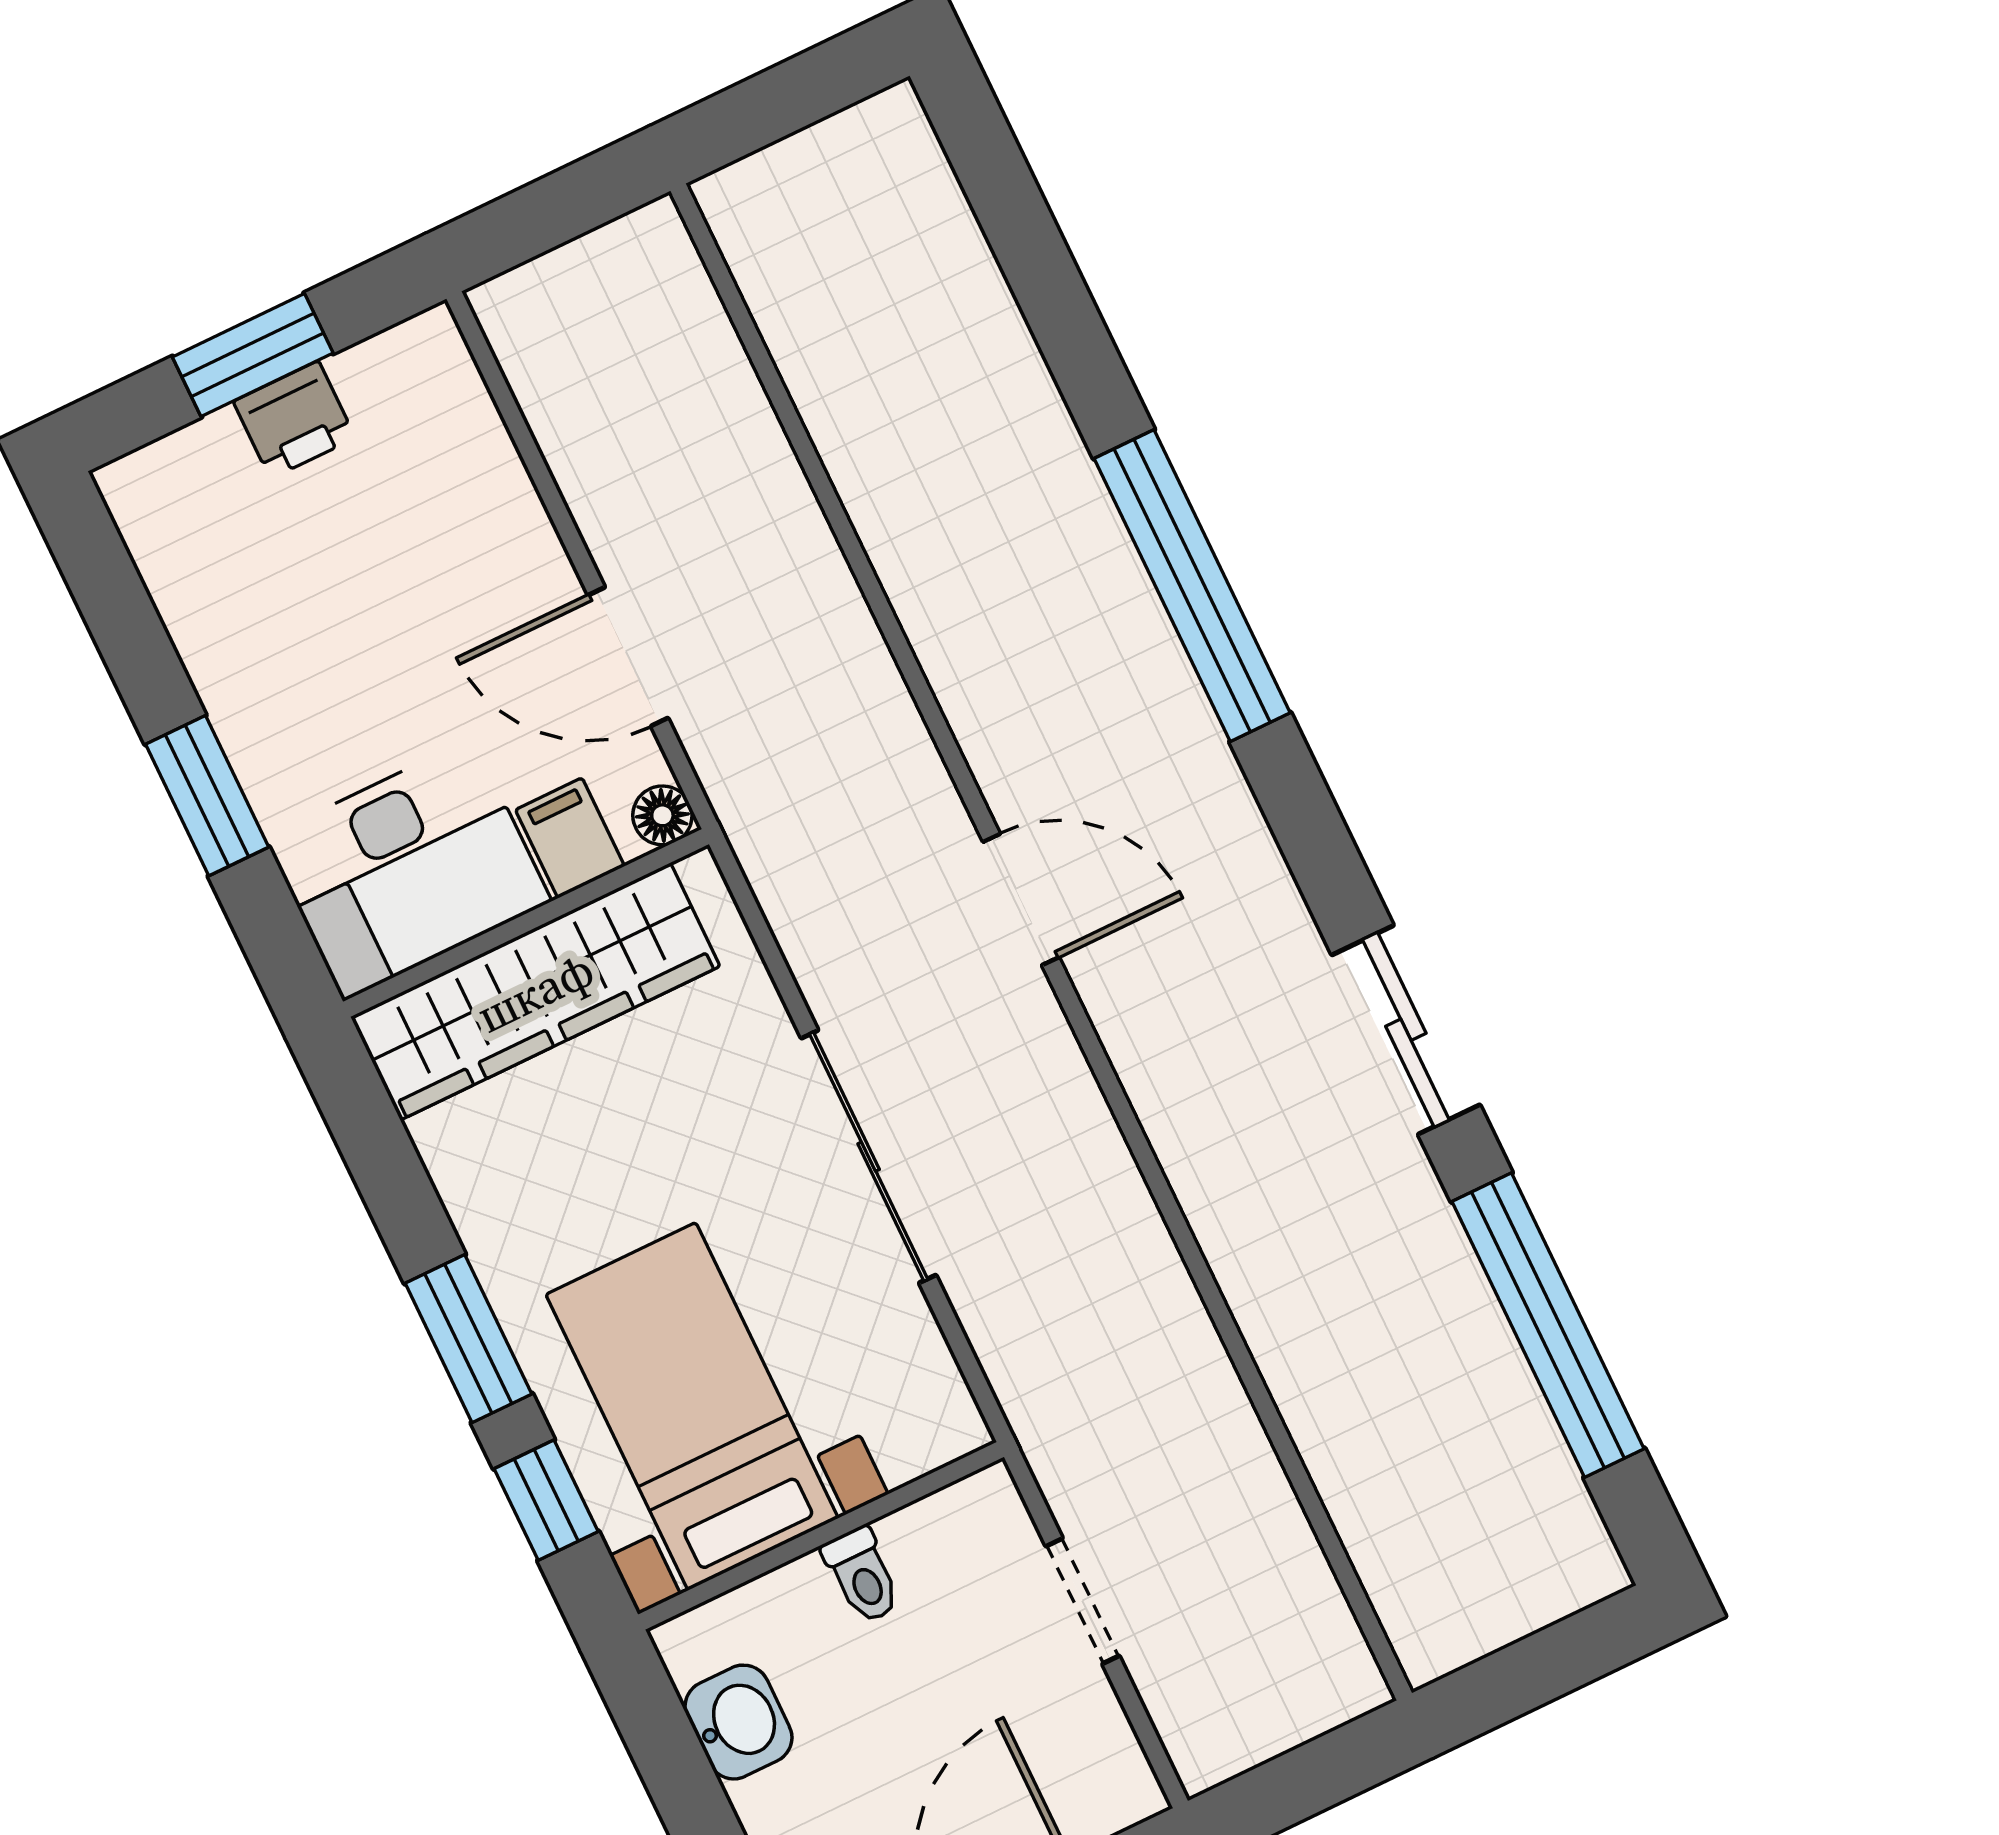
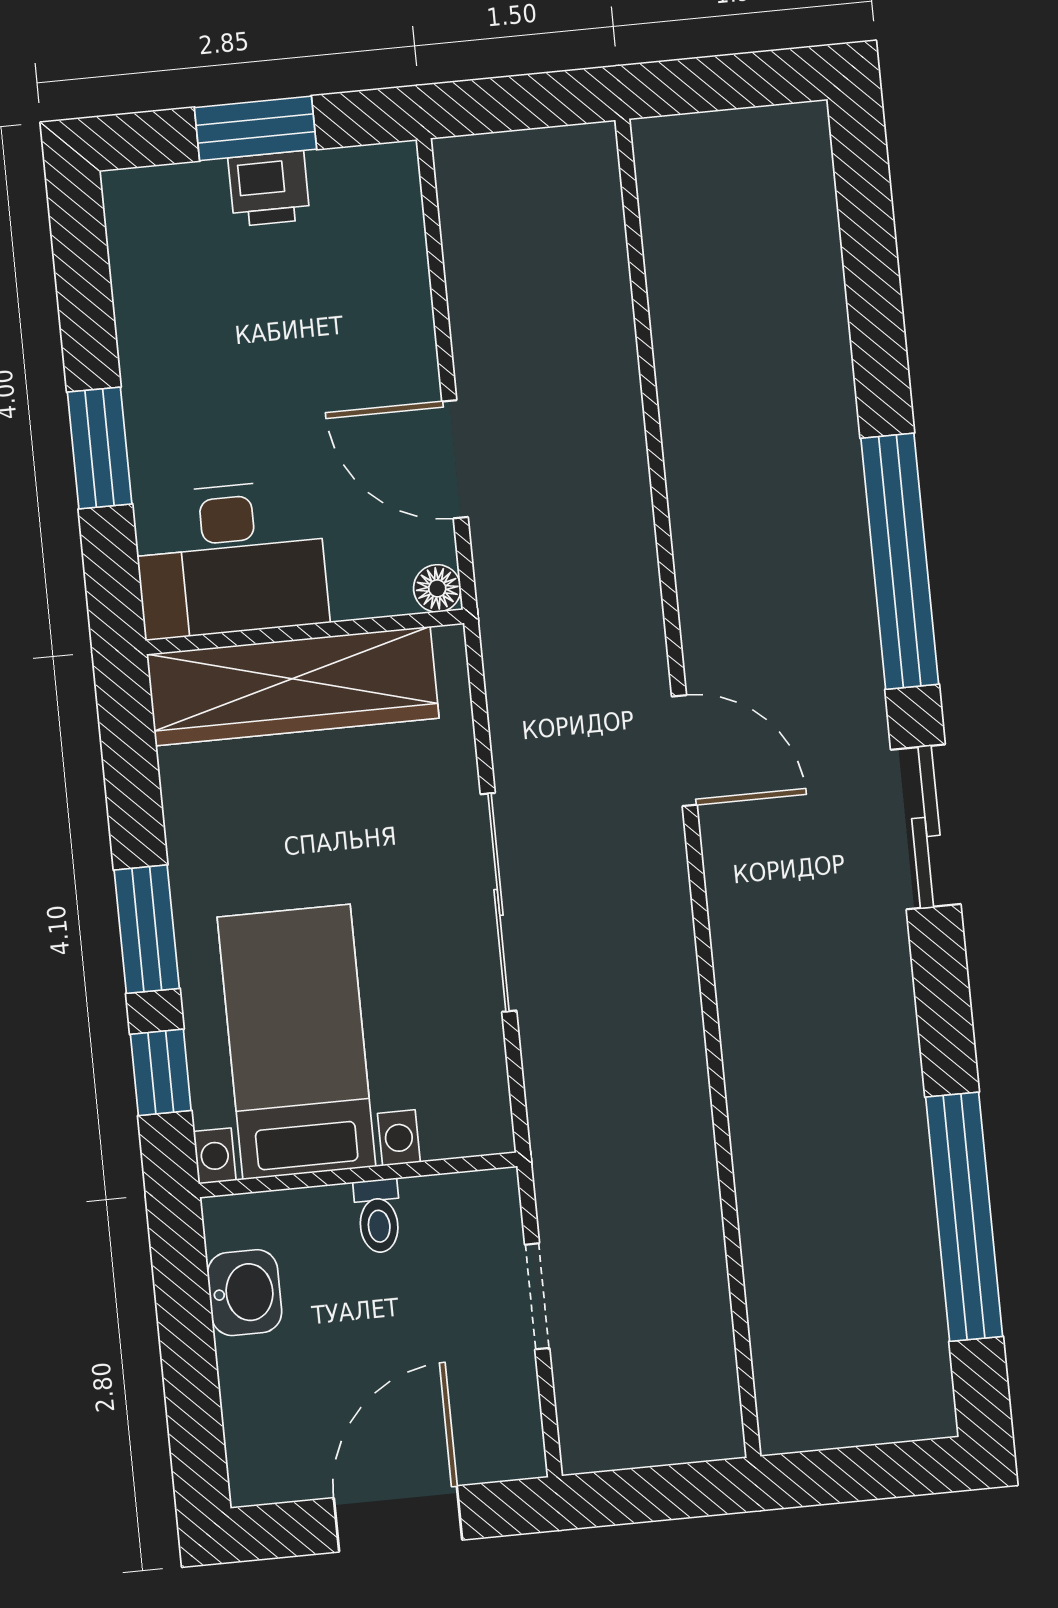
filing cabinet: (570, 838) -> (361, 580), removed
sliding door: (1406, 1030) -> (926, 827), moved

